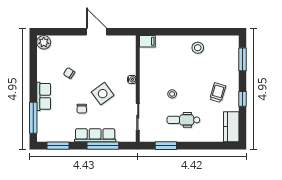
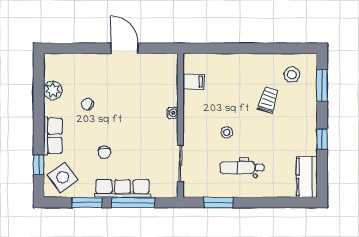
filing cabinet: (147, 41) -> (193, 81), moved
plant: (44, 42) -> (53, 90), moved
stool: (198, 48) -> (292, 75), moved
trolley: (218, 93) -> (268, 100), moved
side table: (103, 94) -> (63, 177), moved
window: (33, 118) -> (39, 165), width x0.46
window: (58, 146) -> (87, 202), moved

